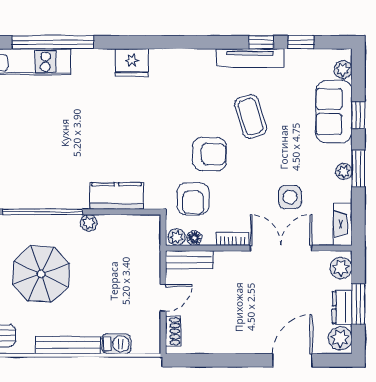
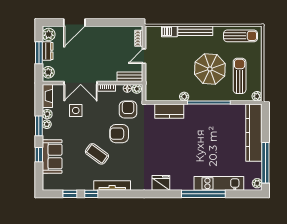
tv unit: (250, 58) -> (112, 186), moved
plant: (343, 70) -> (47, 114), moved
coffee table: (251, 116) -> (97, 154), turned -37

